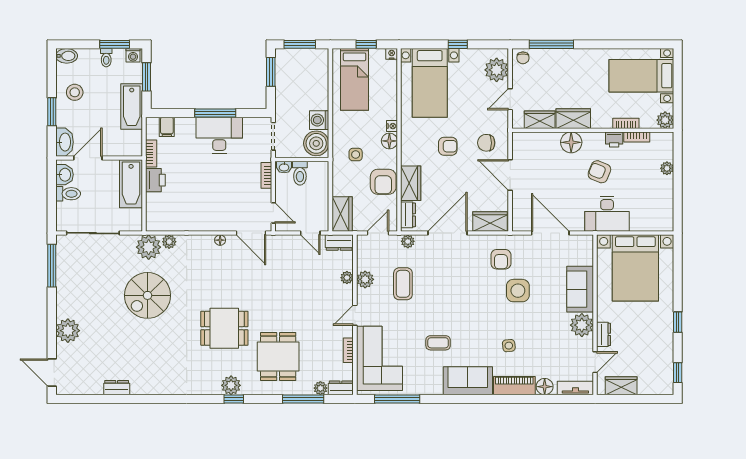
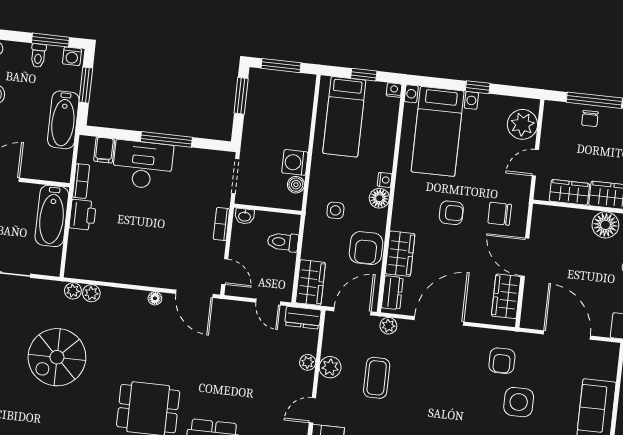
chair: (523, 58) -> (590, 118), moved
desk: (219, 135) -> (143, 165), moved
boiler: (316, 143) -> (296, 185), width x0.54, depth x0.54
toilet: (300, 173) -> (283, 242), moved, turned 90
wardrobe: (490, 222) -> (506, 296), moved, turned -90
door: (378, 233) -> (352, 311), width x1.38
plant: (149, 247) -> (73, 291), width x0.53, depth x0.53

